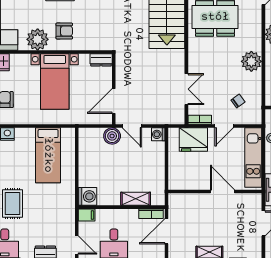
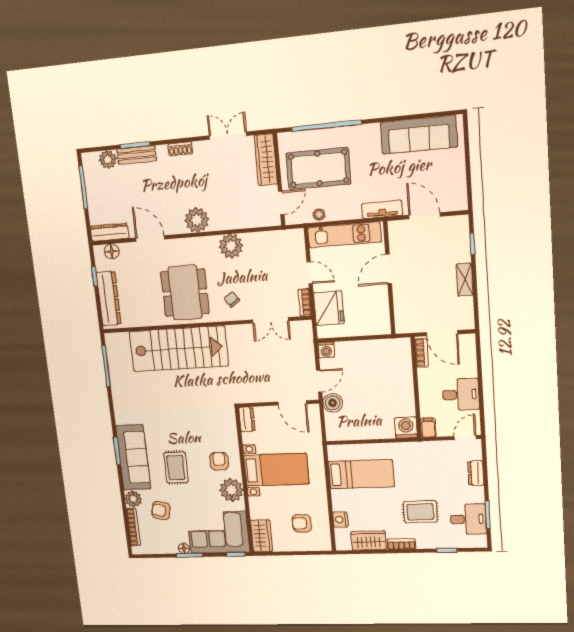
double door: (186, 89) -> (271, 320), swing flipped
chair: (238, 101) -> (232, 299), moved
shelving: (136, 199) -> (405, 372), removed

